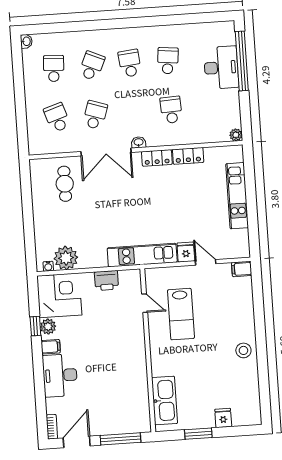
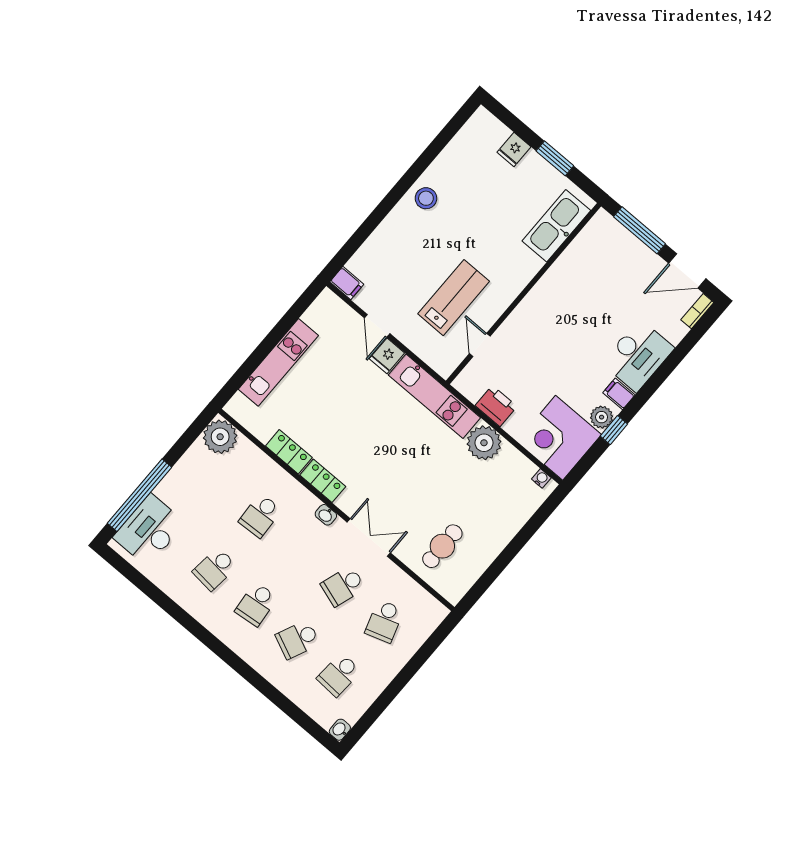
desk: (221, 68) -> (149, 530), moved
plant: (236, 135) -> (220, 437), width x1.88, depth x1.88
double door: (106, 152) -> (369, 537), width x0.73
plant: (66, 258) -> (484, 443), moved

